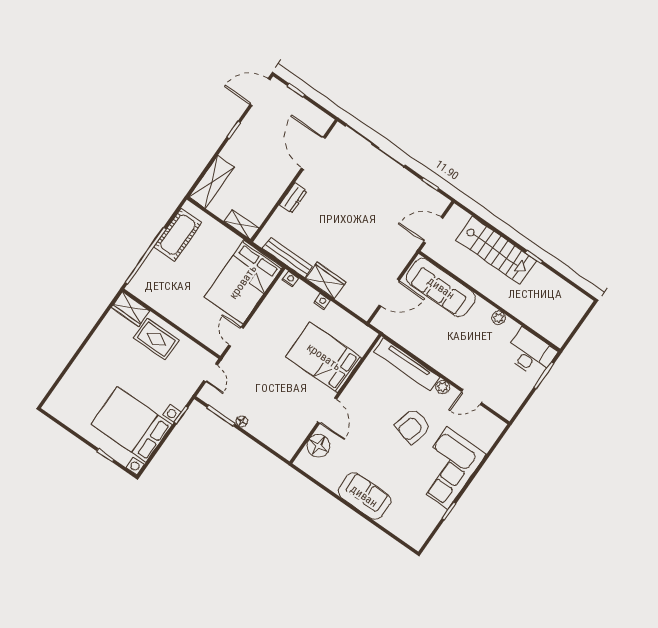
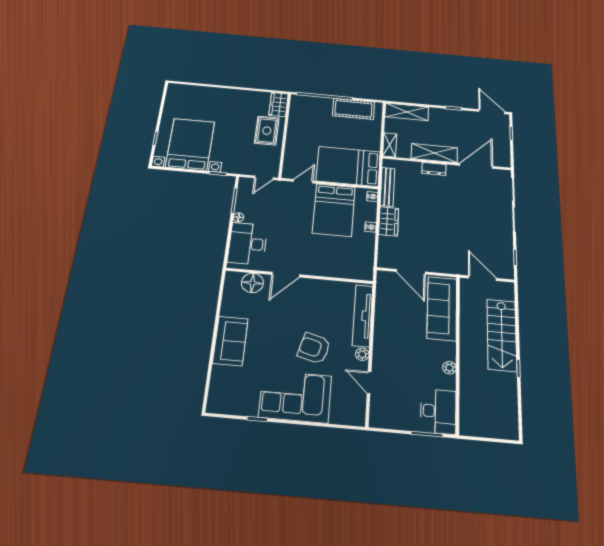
shelving: (276, 186) -> (434, 153), added
bed: (324, 357) -> (334, 210), moved, turned 180
desk: (275, 428) -> (248, 244), added

